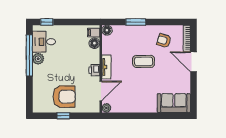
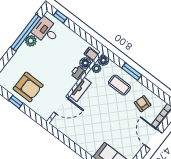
coffee table: (144, 61) -> (119, 85), moved
printer: (94, 70) -> (78, 73), moved
plant: (106, 108) -> (96, 68), moved

